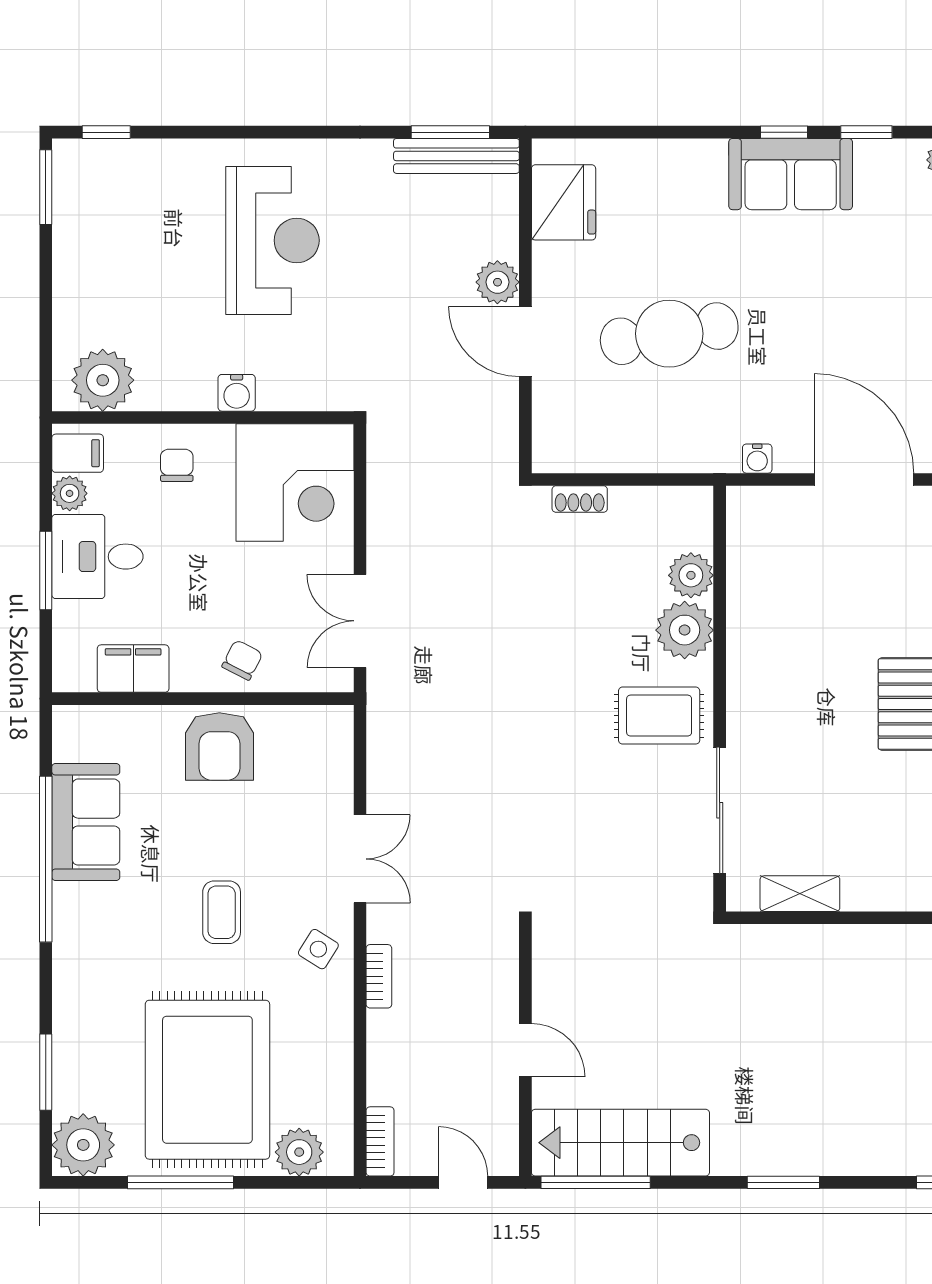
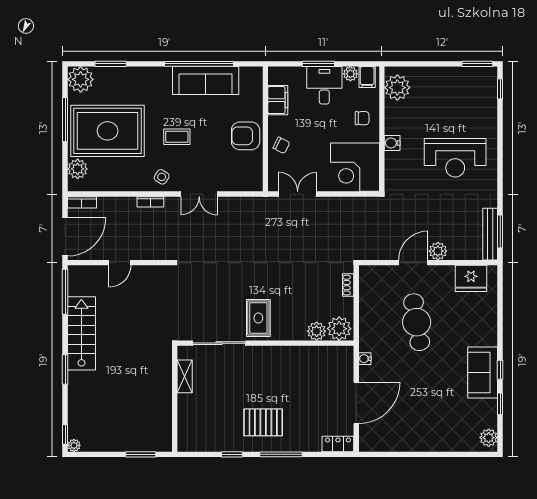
plant: (685, 630) -> (339, 329), moved
sofa: (86, 822) -> (206, 80), width x1.36
stairs: (620, 1143) -> (81, 333), moved
door: (463, 1182) -> (65, 237), width x1.87

